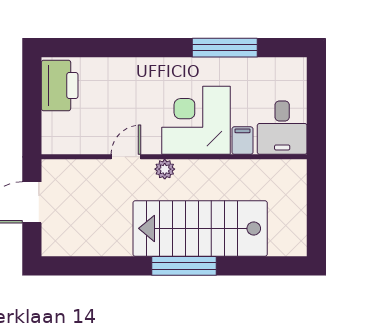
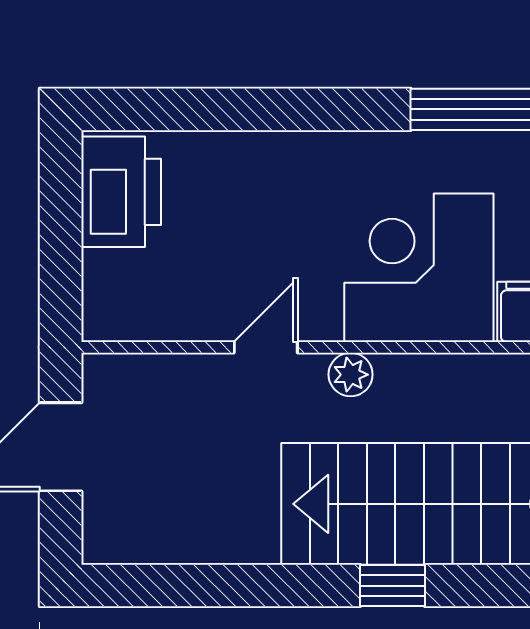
window: (184, 266) -> (393, 586), width x0.46

